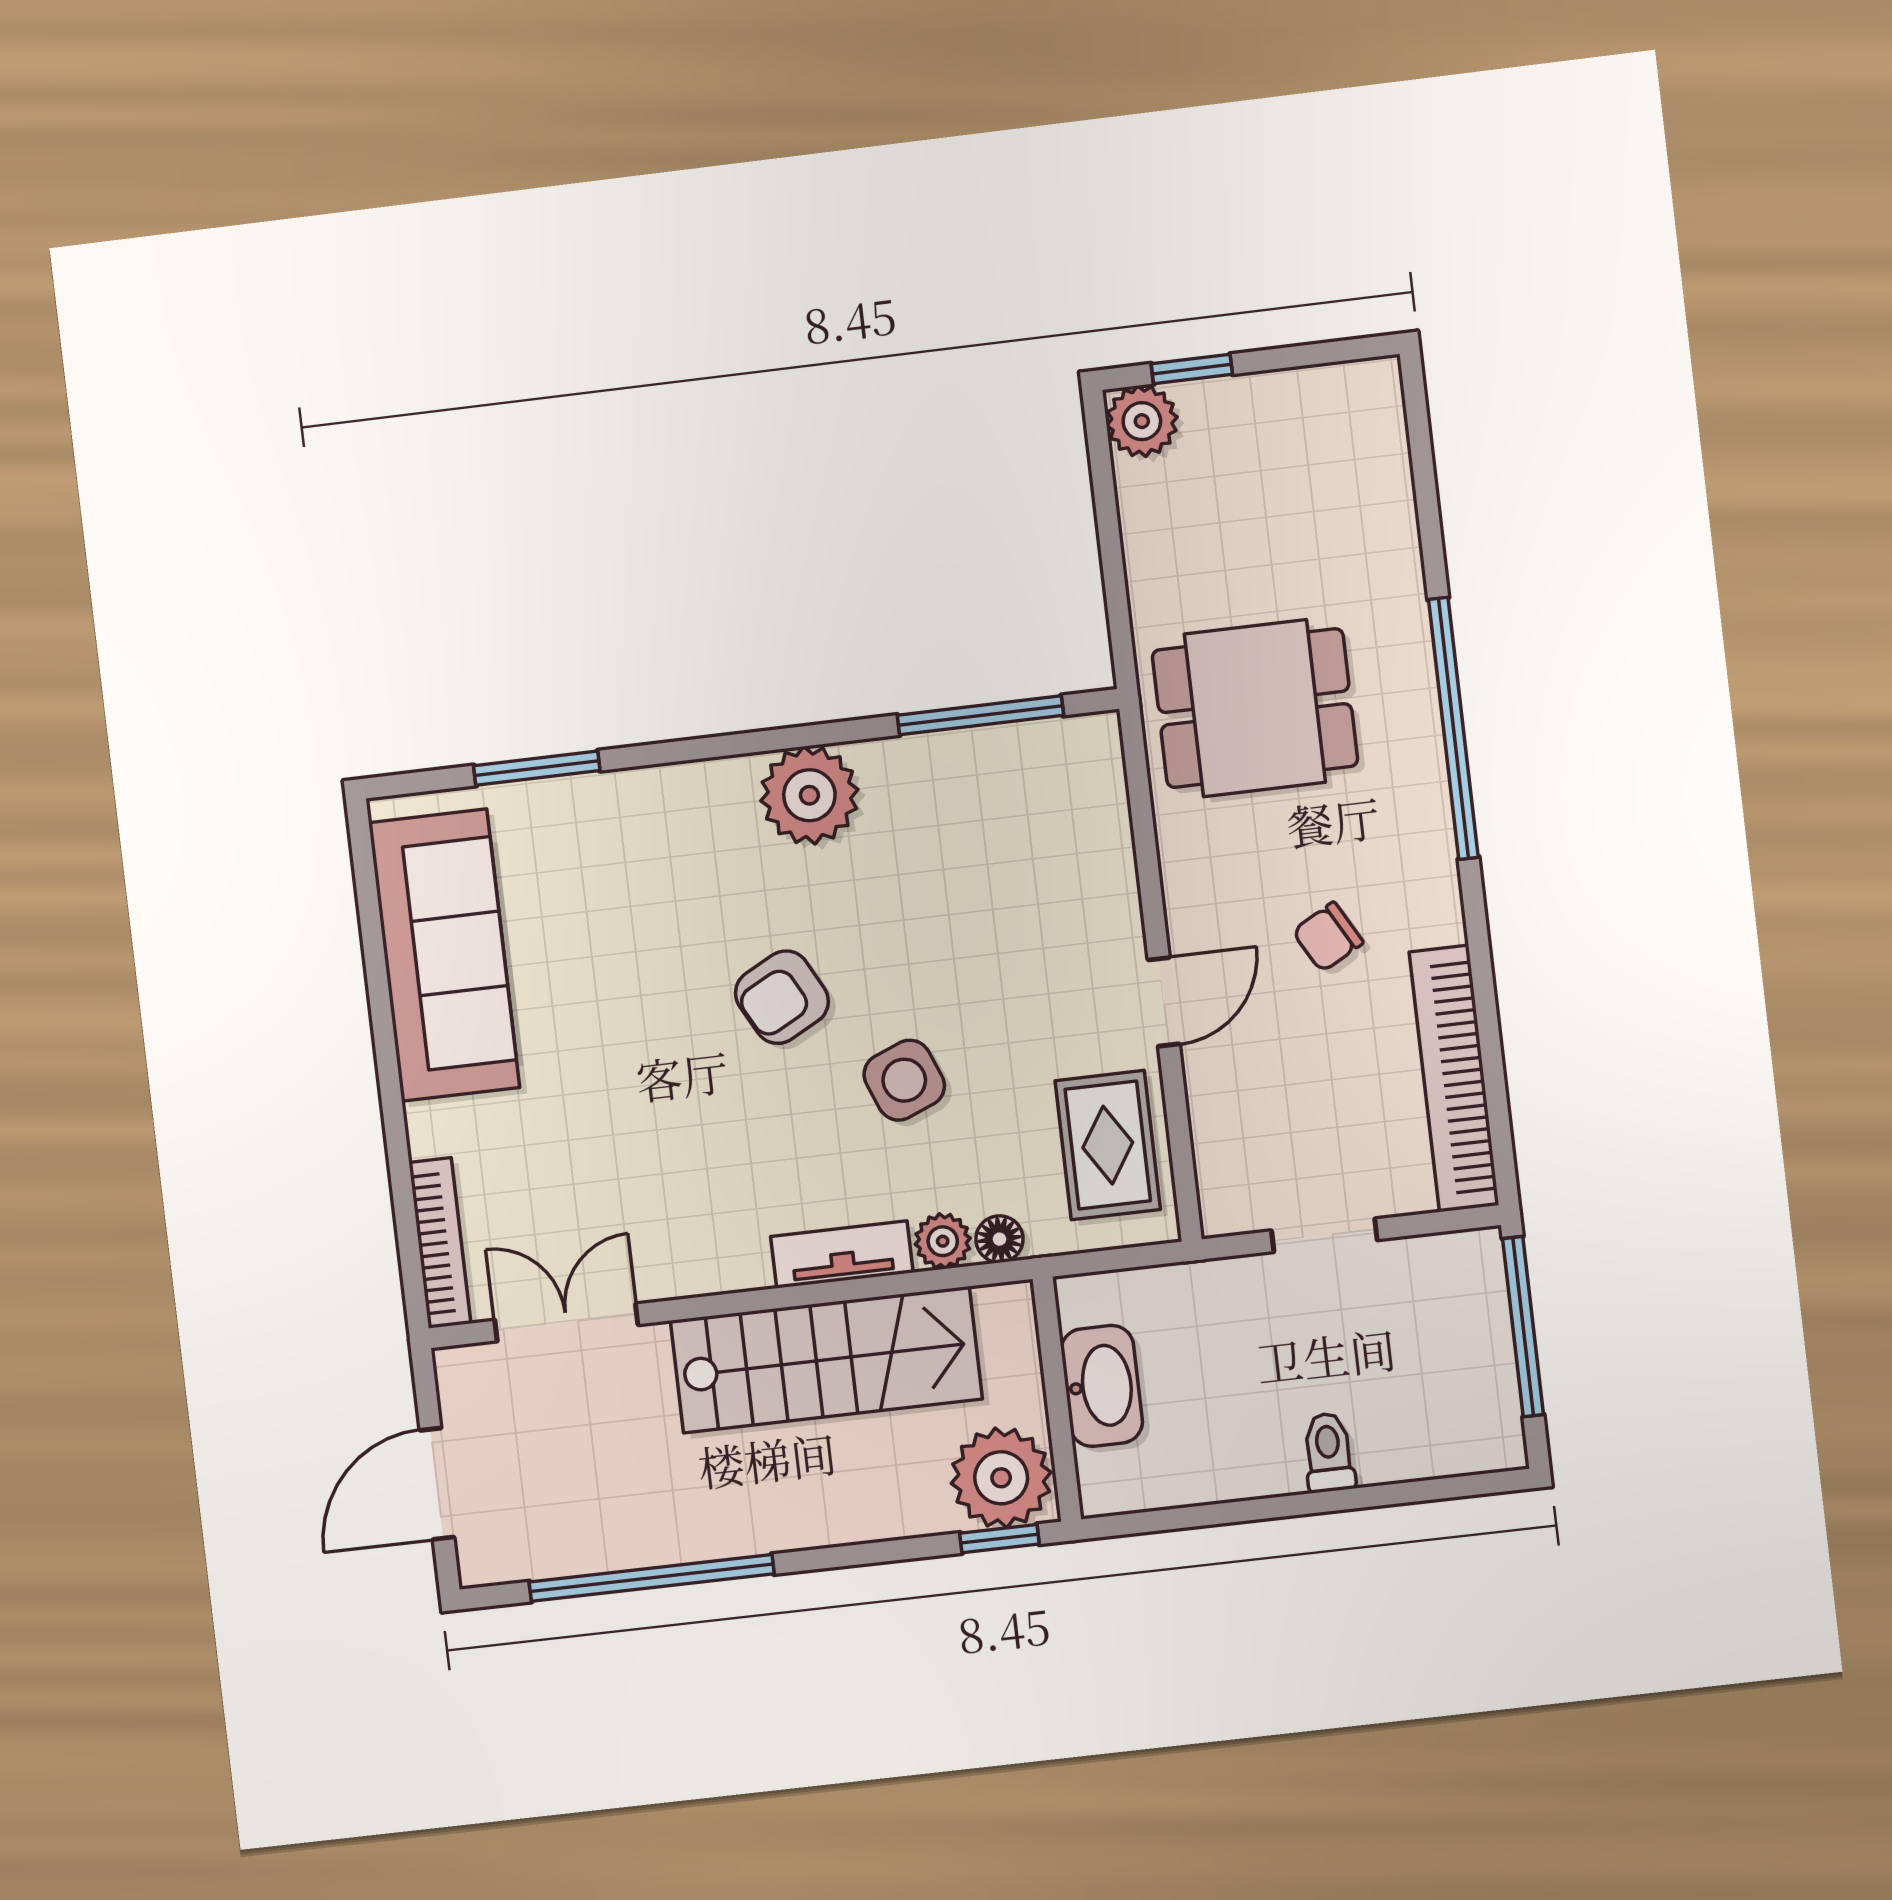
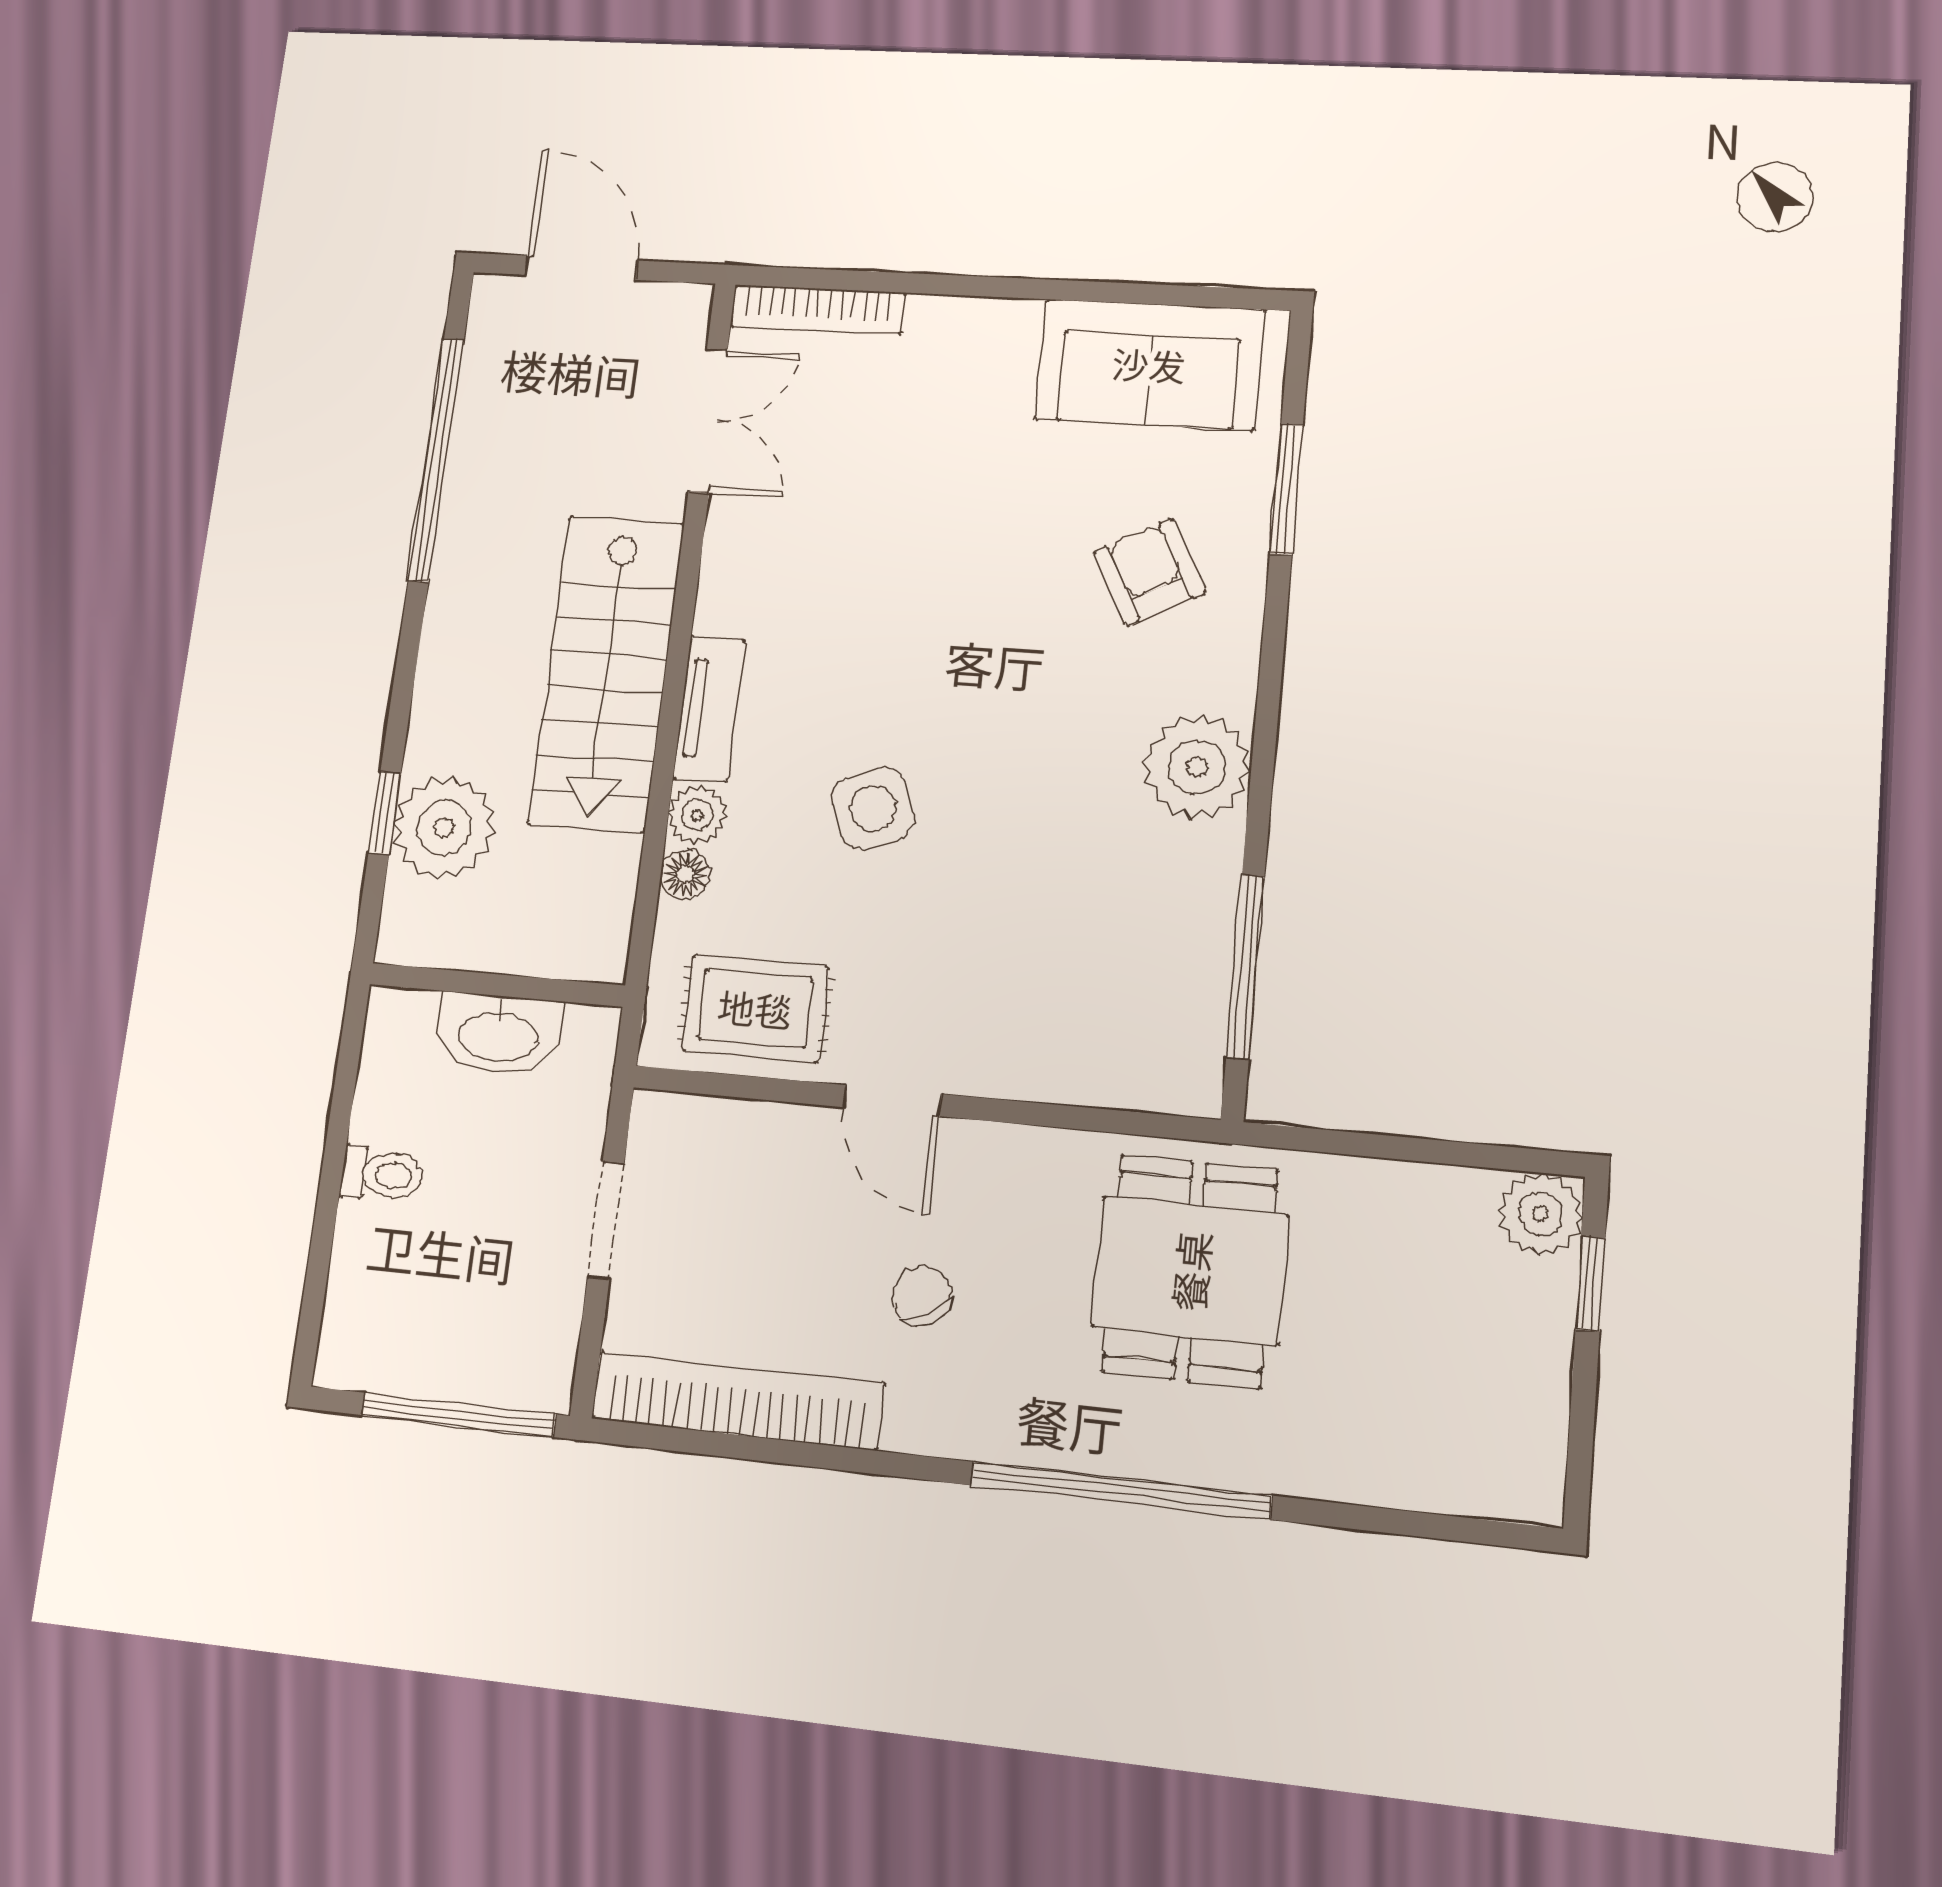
sofa: (444, 955) -> (1149, 364), width x0.73
armchair: (782, 997) -> (1150, 572), moved
washbasin: (1102, 1386) -> (498, 1035), moved
wall: (1057, 1399) -> (497, 985), moved

